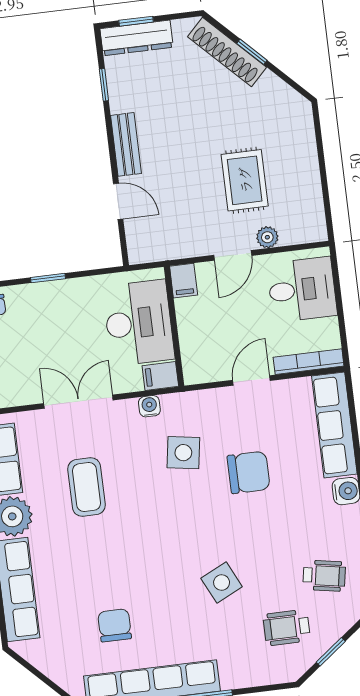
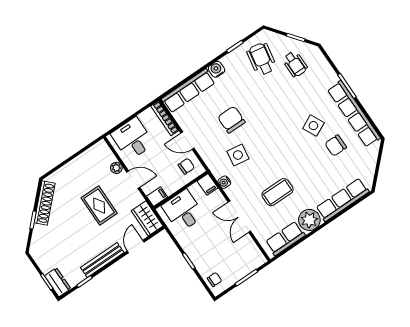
dresser: (137, 38) -> (58, 282), width x0.70
shoe rack: (227, 52) -> (45, 203), moved
bench: (126, 144) -> (102, 260), width x1.36
rug: (245, 180) -> (99, 206), moved, turned 90
wardrobe: (156, 245) -> (147, 218), added
desk: (139, 323) -> (183, 211), width x0.73
chair: (209, 356) -> (186, 166), added
wheelchair: (324, 576) -> (262, 59), width x1.36, depth x1.37
side table: (222, 583) -> (313, 126), moved

